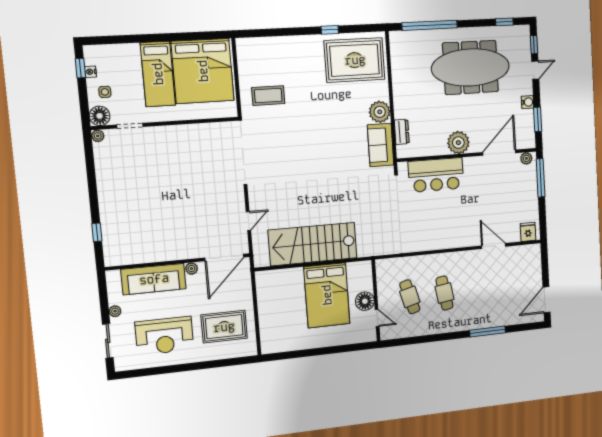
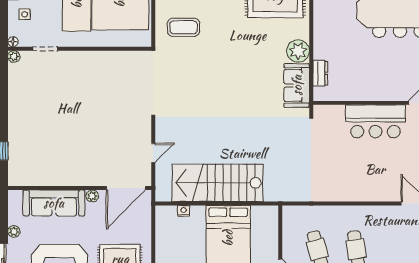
floor lamp: (100, 116) -> (13, 42), width x0.53, depth x0.53
plant: (458, 143) -> (382, 89), removed
bar counter: (436, 175) -> (375, 121), moved
nightstand: (282, 274) -> (184, 211), added
floor lamp: (365, 301) -> (268, 249), removed

